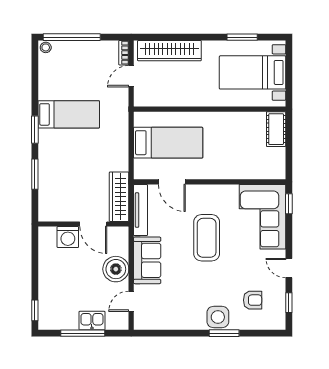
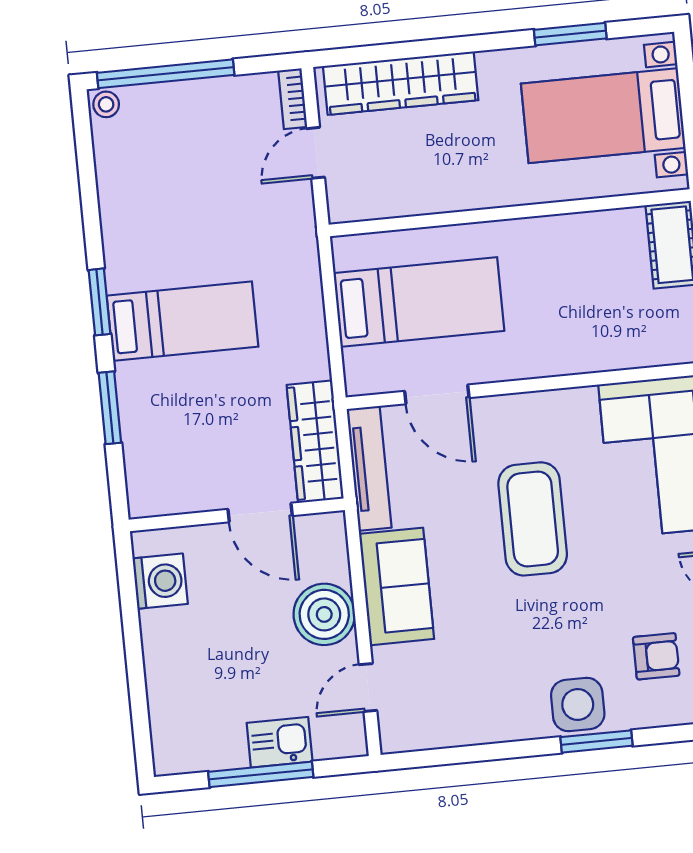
bed: (69, 114) -> (183, 321), moved
washing machine: (68, 237) -> (160, 581), moved, turned -90
window: (35, 310) -> (142, 731), removed

